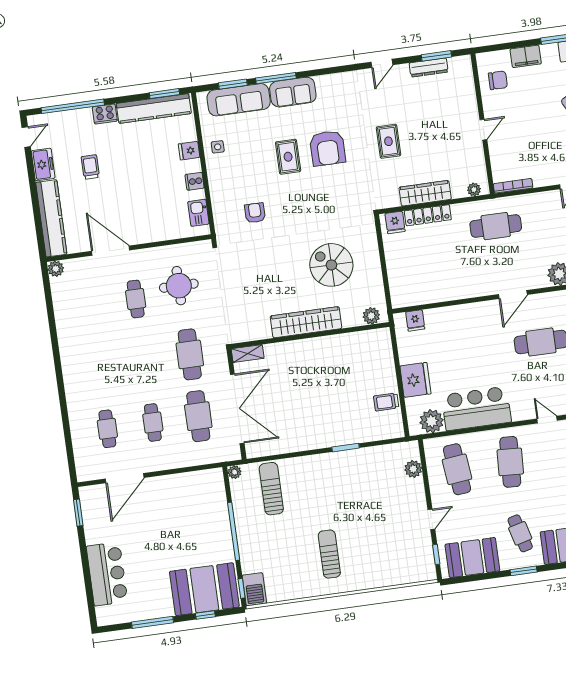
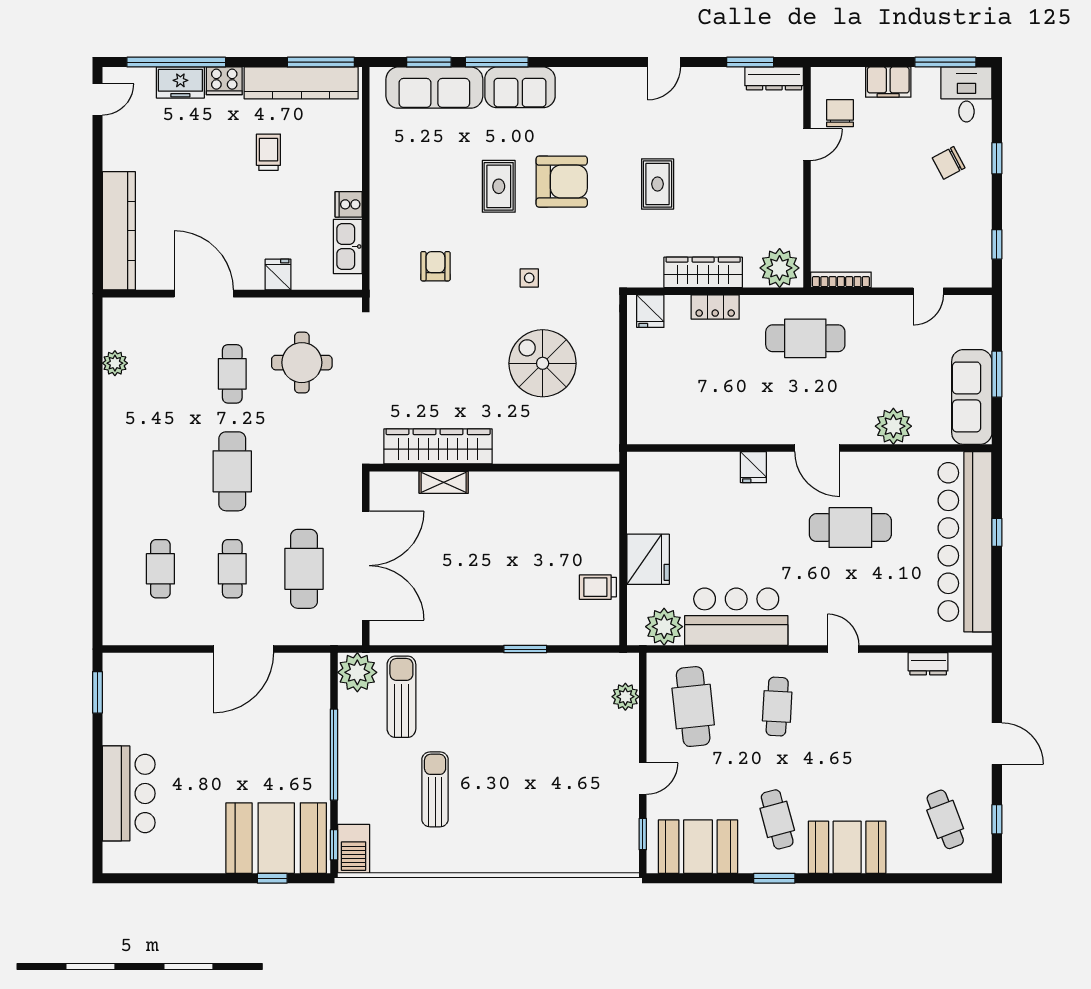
dresser: (429, 67) -> (774, 78), moved
chair: (498, 80) -> (840, 113), turned -90
window: (164, 94) -> (321, 62), width x1.44
door: (483, 130) -> (807, 145), moved
side table: (218, 147) -> (529, 278), moved
armchair: (328, 148) -> (562, 182), turned -90
fridge: (189, 151) -> (278, 275), moved, turned 90
freezer: (43, 164) -> (180, 83), moved, turned 90
trolley: (90, 167) -> (268, 152), moved
plant: (474, 190) -> (780, 268), width x1.87, depth x1.87
kitchen sink: (198, 213) -> (348, 247), width x1.38
locker: (428, 215) -> (715, 307), width x0.66
plant: (56, 269) -> (115, 363), moved
door: (513, 295) -> (817, 448), hinge flipped
plant: (371, 316) -> (593, 451), removed
fridge: (415, 320) -> (753, 467), moved
wardrobe: (306, 322) -> (438, 446), moved
shelving: (248, 353) -> (444, 482), moved
cafe table: (190, 354) -> (232, 471), moved
cafe table: (510, 462) -> (777, 707), width x0.73, depth x0.74
plant: (235, 472) -> (357, 672), width x1.87, depth x1.87
door: (125, 478) -> (244, 649), moved
sun lounger: (329, 554) -> (435, 789), moved
window: (152, 622) -> (189, 878), removed

